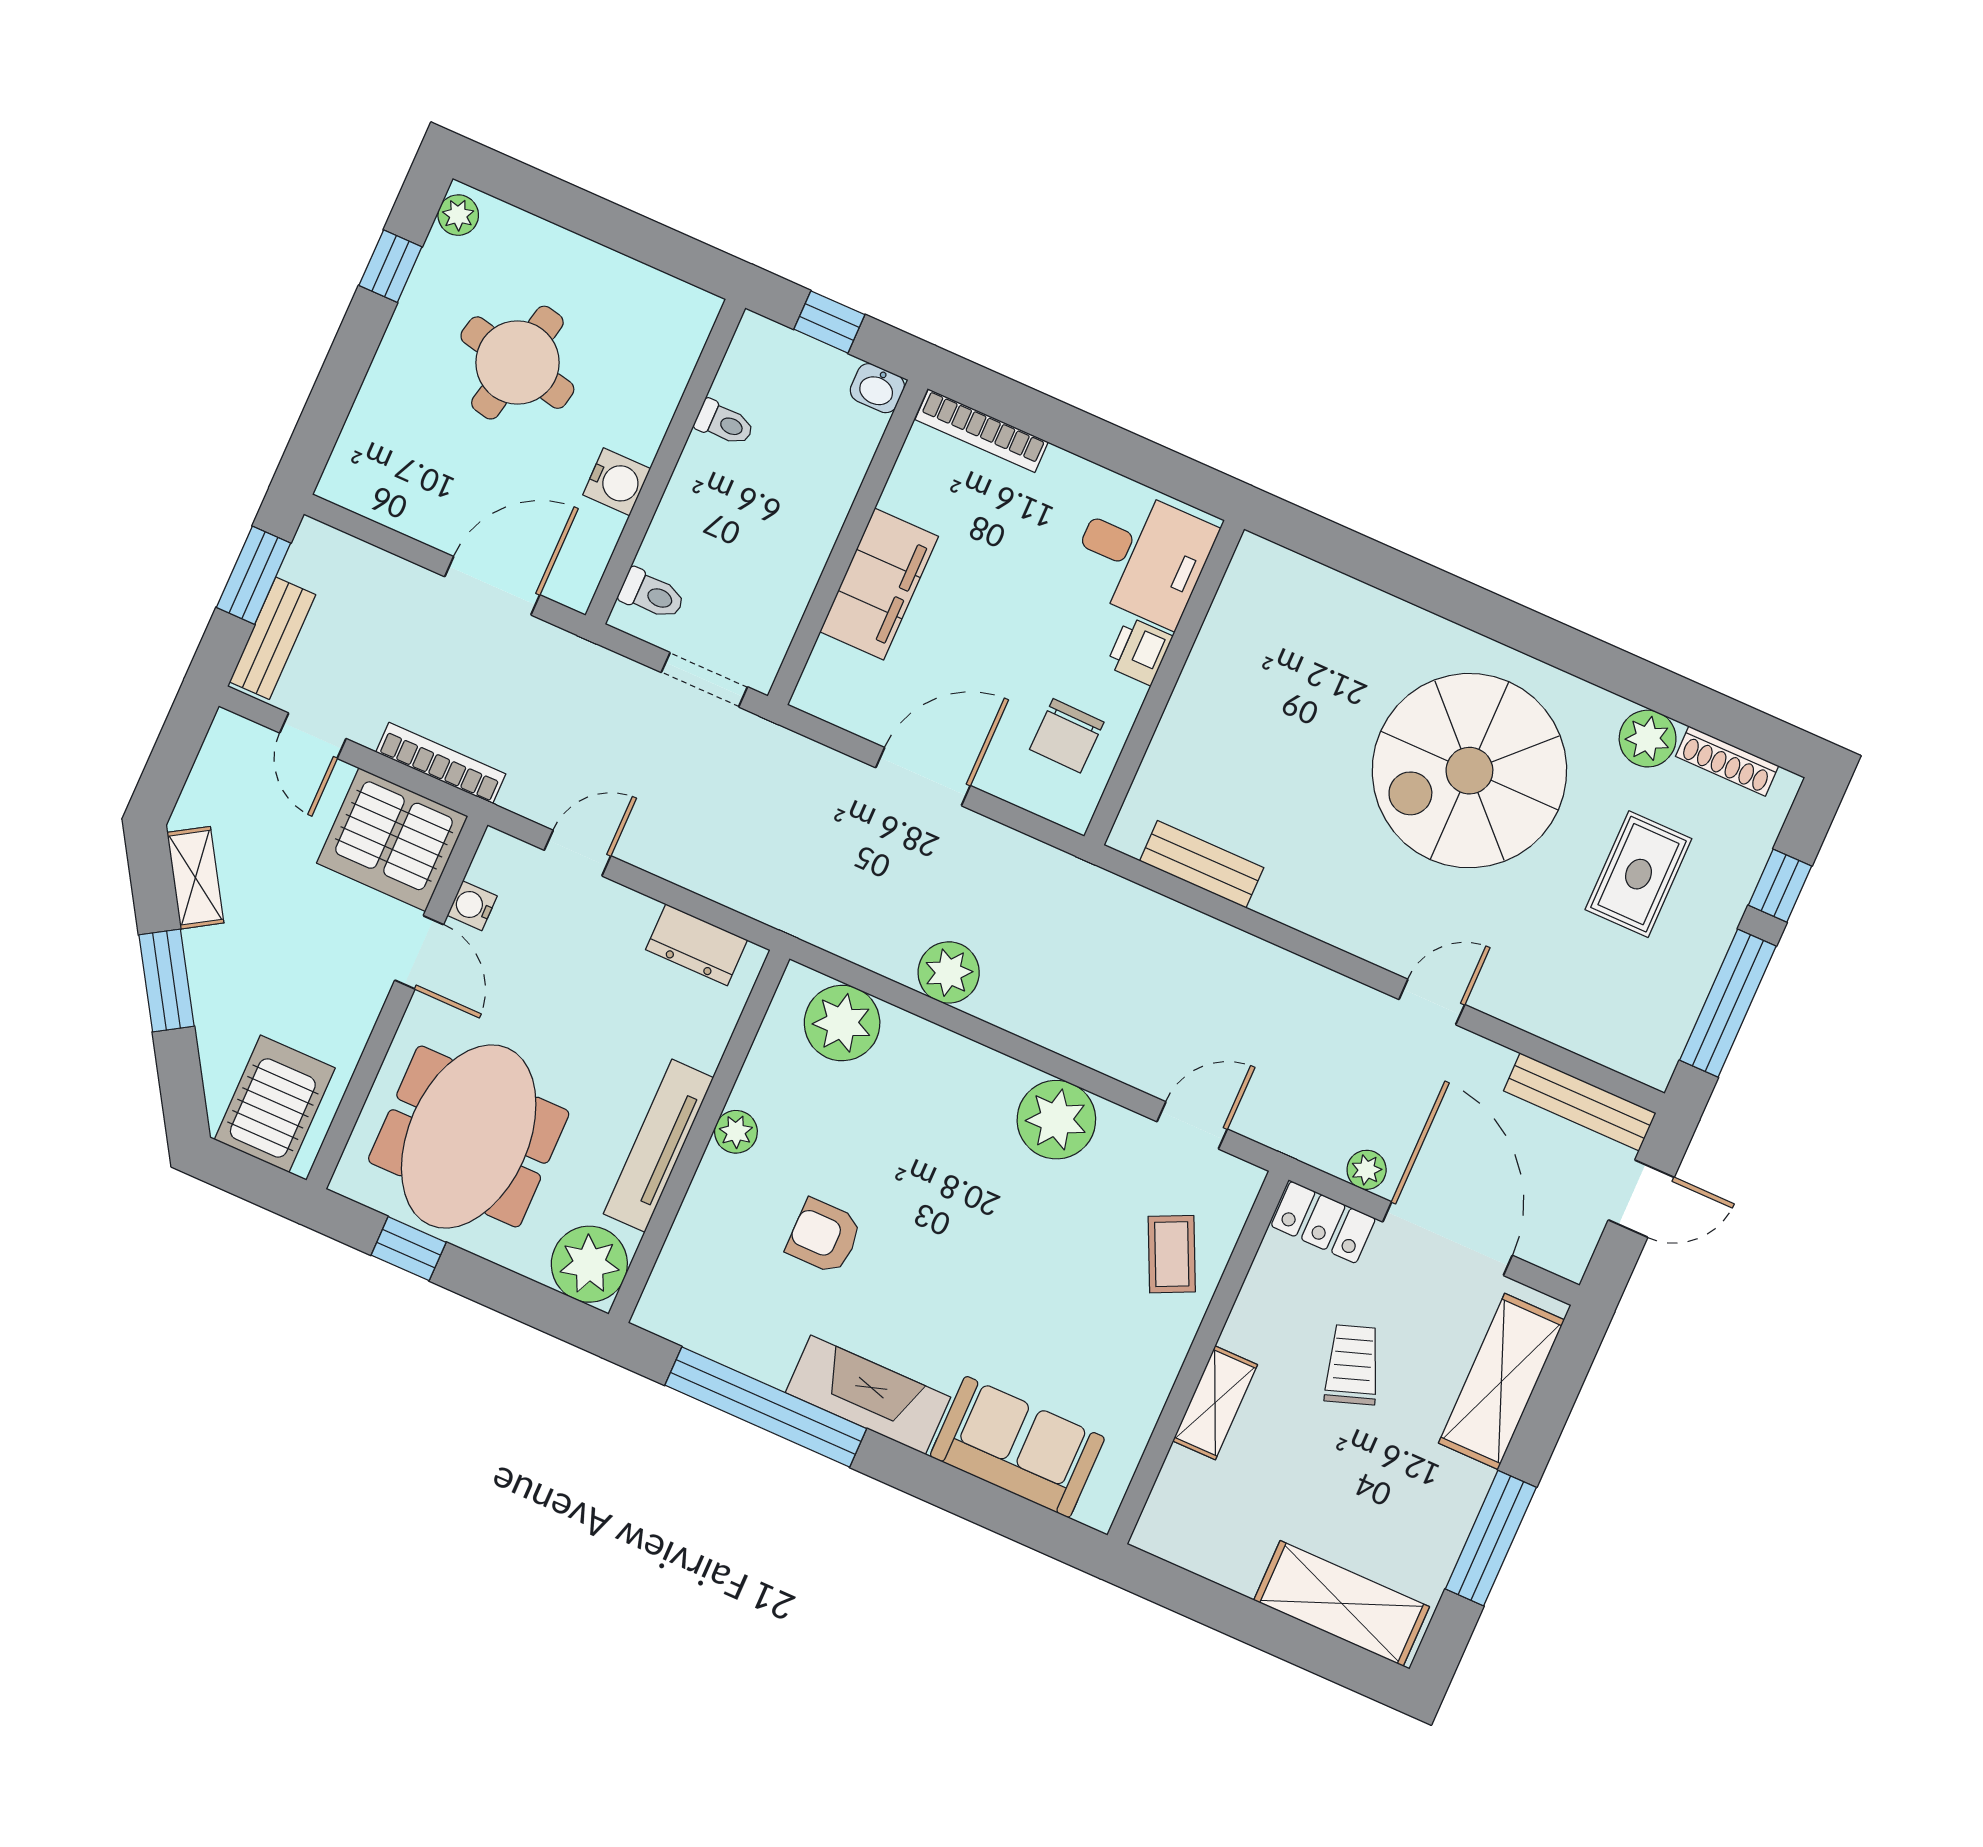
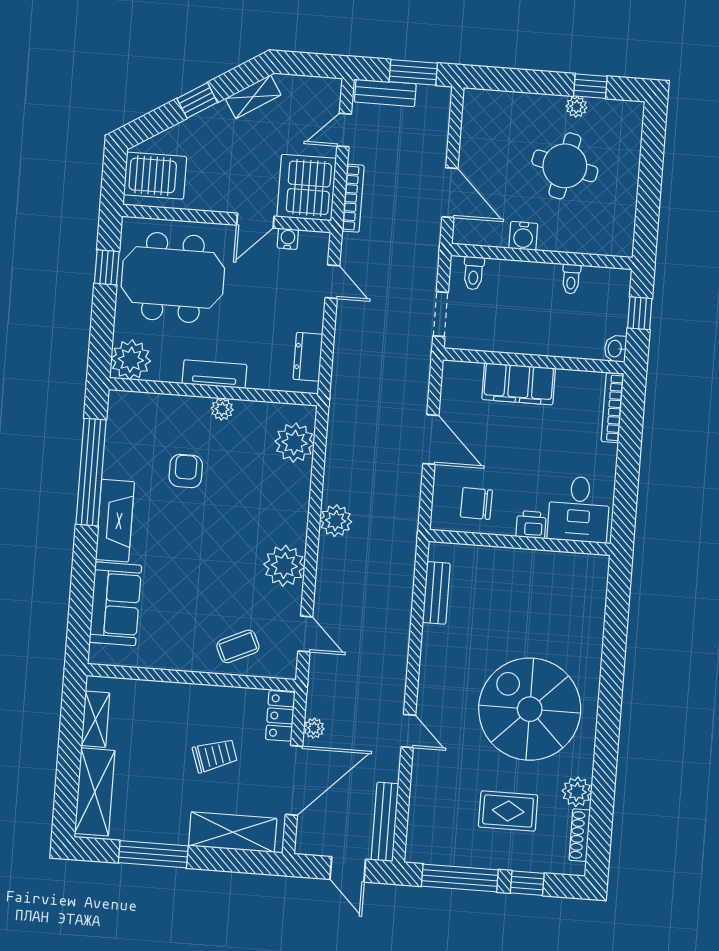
plant: (458, 215) -> (576, 107), moved
plant: (949, 972) -> (336, 521), moved
window: (166, 981) -> (197, 100), width x0.67
tv unit: (658, 1146) -> (215, 374), width x0.71
shelving: (1215, 1403) -> (95, 719), moved, turned 90

